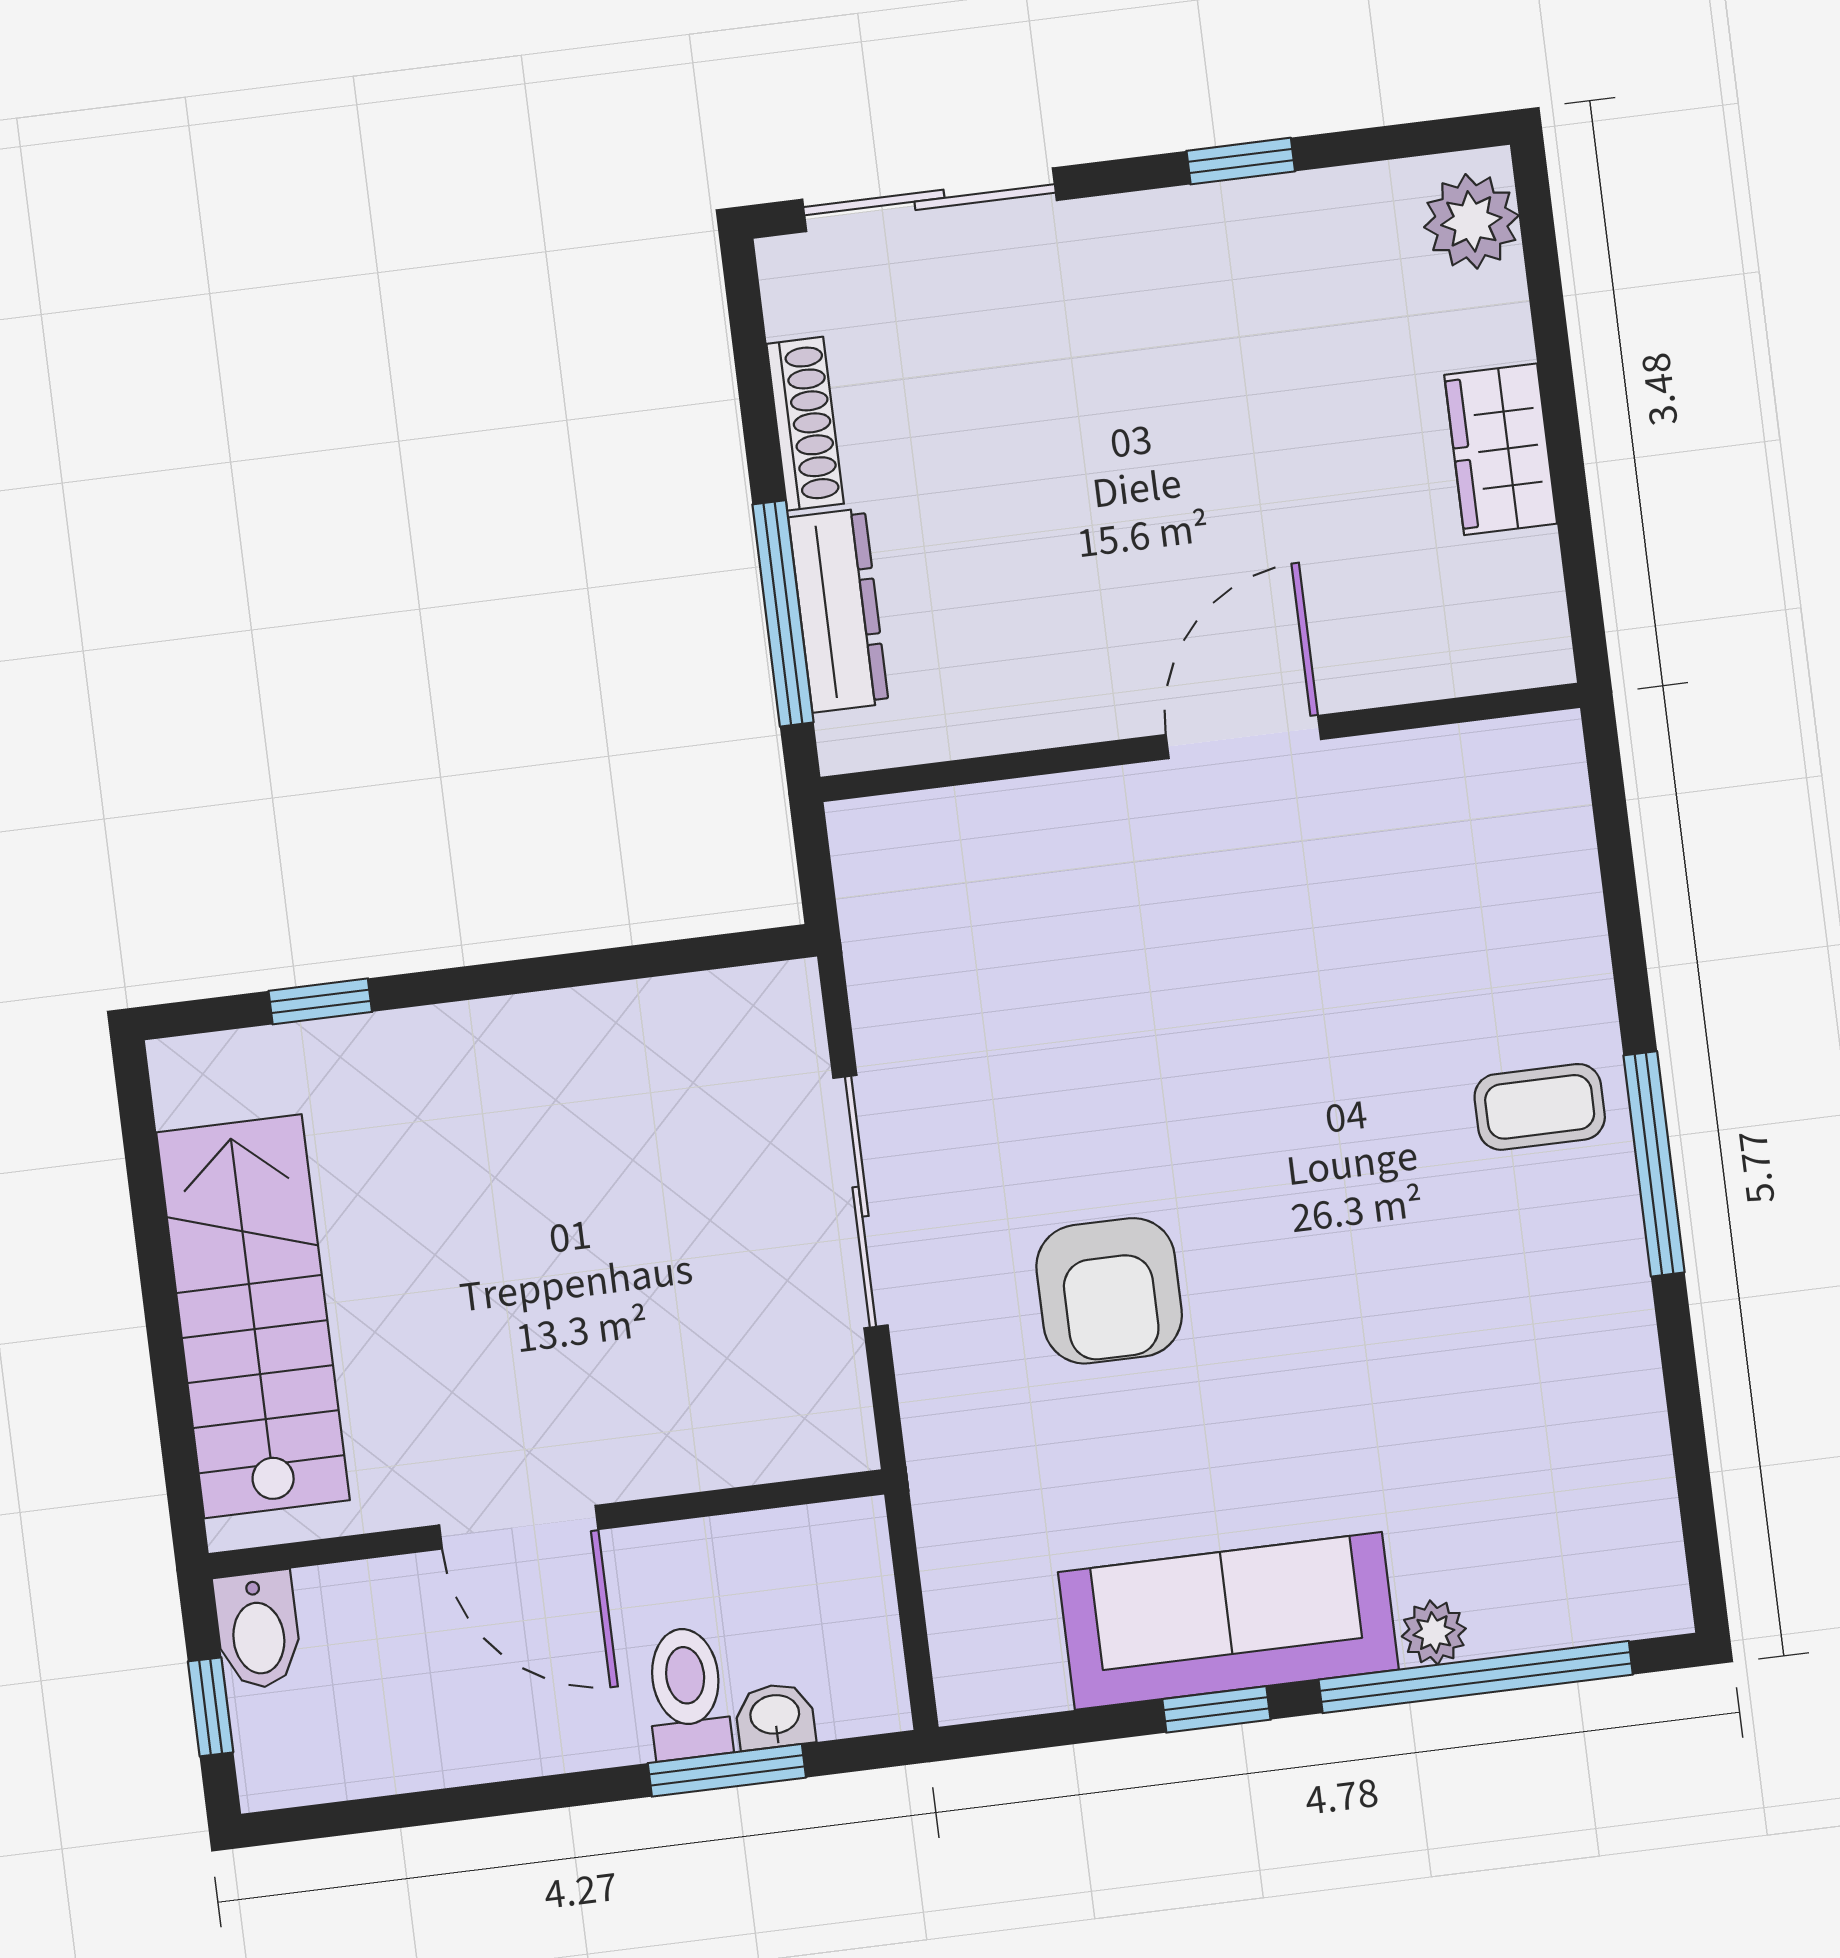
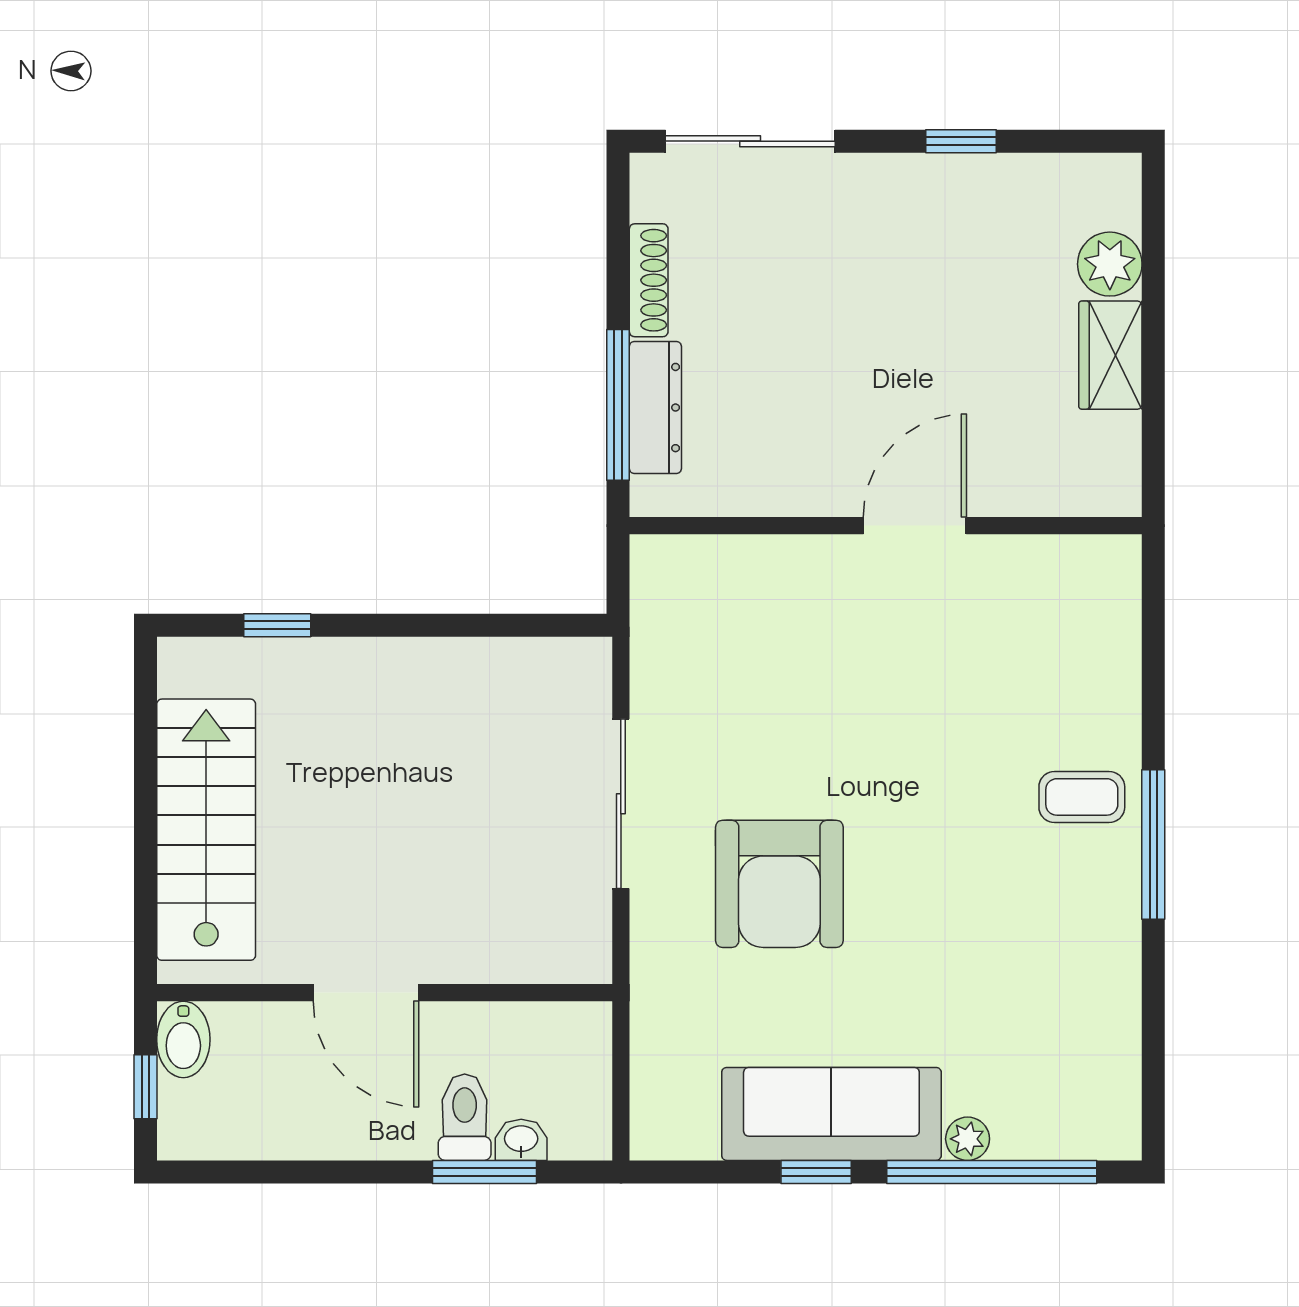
plant: (1471, 221) -> (1110, 264), moved
armchair: (1109, 1291) -> (779, 884), width x1.36, depth x1.36

